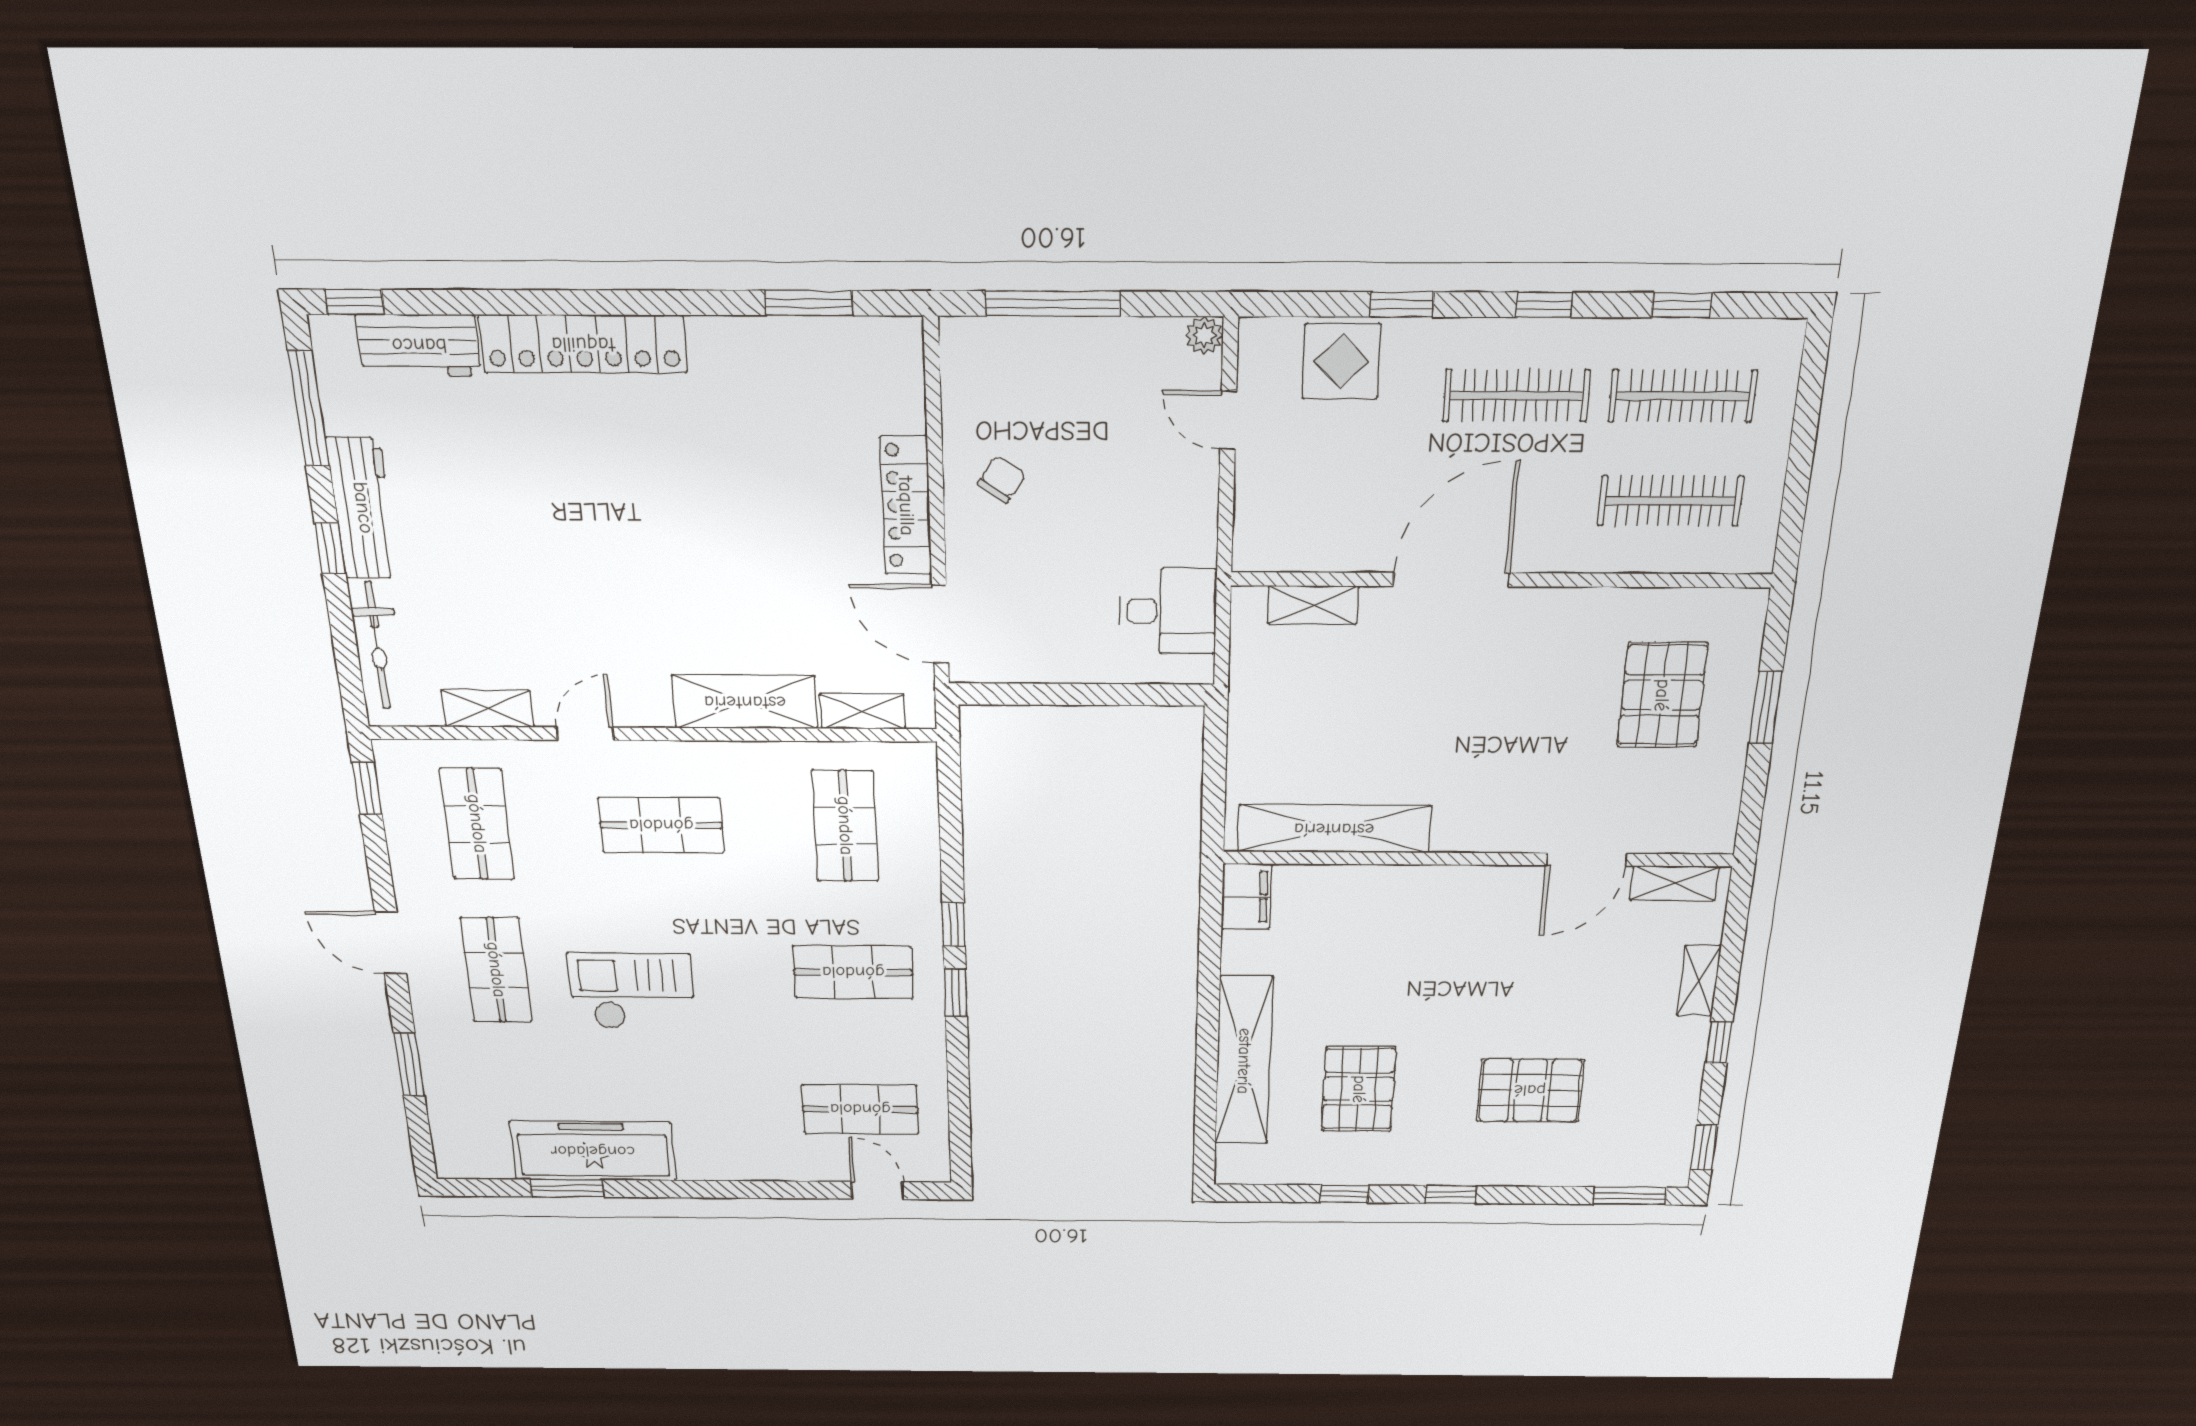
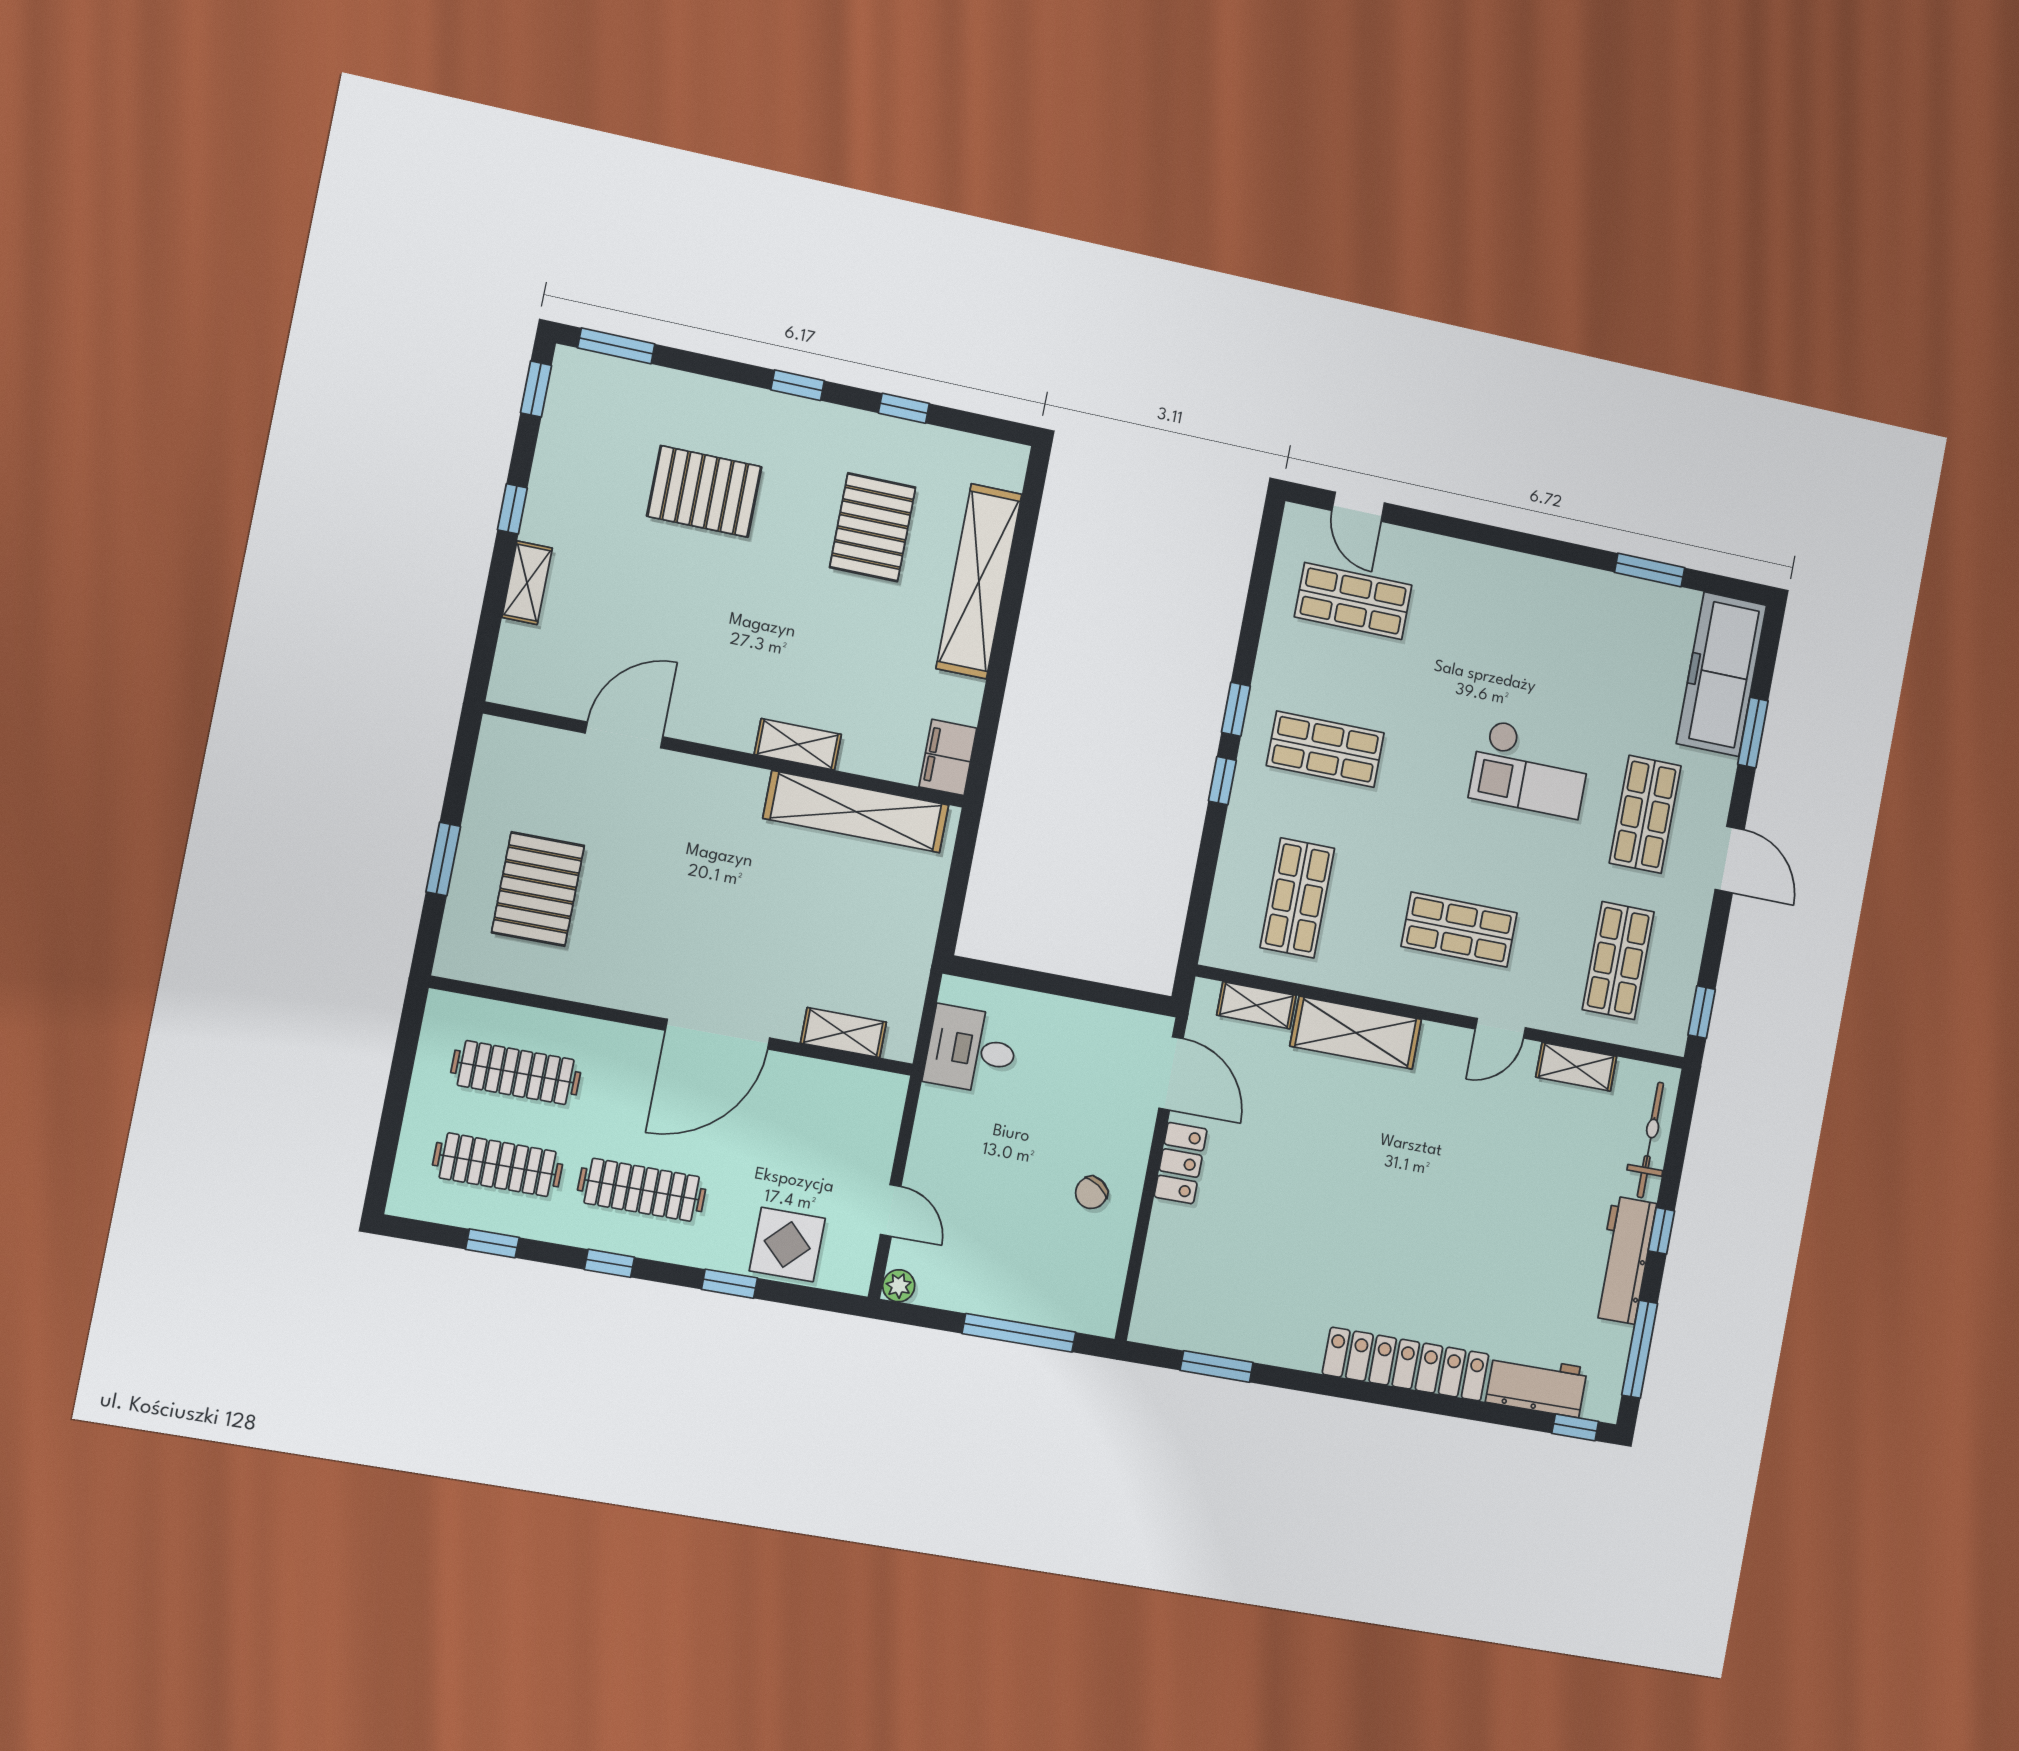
locker: (906, 506) -> (1181, 1163), width x0.66
shelving: (1674, 883) -> (798, 744), moved
freezer: (593, 1151) -> (1722, 674), moved, turned 90

